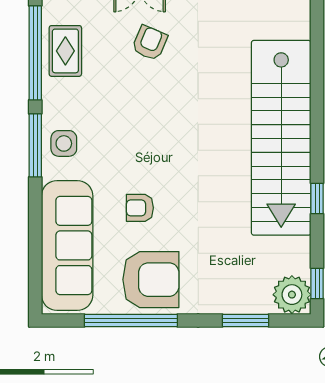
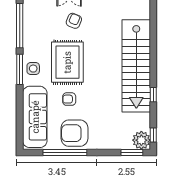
rug: (65, 51) -> (67, 62), moved, width x1.86, depth x2.06
armchair: (151, 280) -> (74, 133), turned 180
window: (246, 320) -> (132, 152), moved

